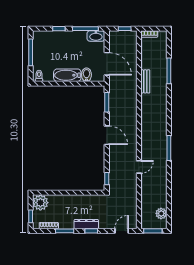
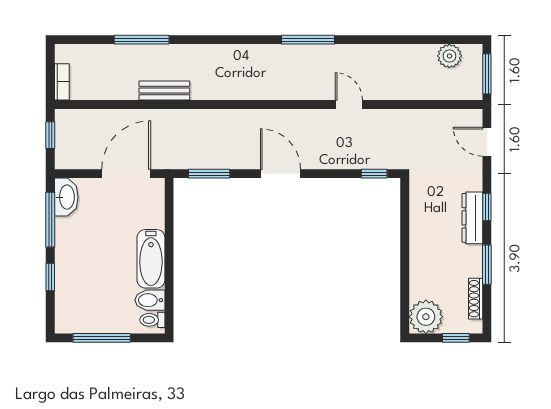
bidet: (86, 75) -> (150, 300), moved
door: (107, 135) -> (281, 174), hinge flipped

